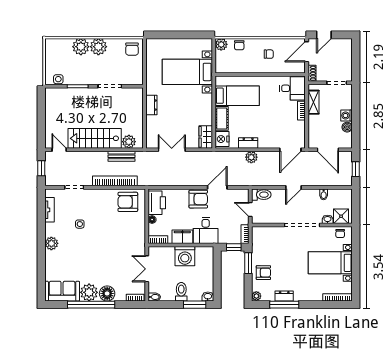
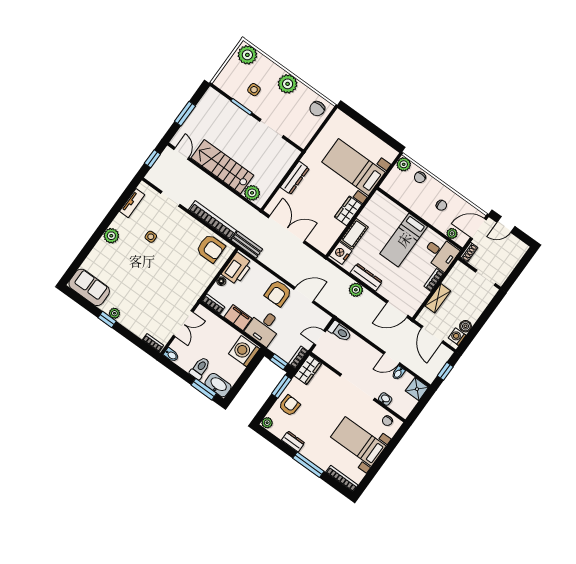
plant: (81, 47) -> (247, 55), moved
plant: (290, 69) -> (452, 233), added
side table: (58, 79) -> (254, 90), moved
bed: (237, 96) -> (404, 240), moved, turned 90
shelving: (313, 102) -> (438, 298), moved
dresser: (151, 105) -> (295, 178), width x1.44
washing machine: (347, 116) -> (457, 337), moved
window: (41, 120) -> (185, 114), added
wardrobe: (206, 137) -> (348, 211), moved
dresser: (248, 143) -> (366, 277), width x1.44
double door: (172, 150) -> (287, 229), width x1.37
bench: (121, 156) -> (247, 245), moved
door: (294, 187) -> (392, 358), moved
armchair: (198, 199) -> (278, 293), turned 90
armchair: (128, 202) -> (211, 248), turned 180
door: (250, 209) -> (320, 338), hinge flipped
shower: (341, 216) -> (417, 389), moved
wardrobe: (258, 238) -> (308, 370), added
washing machine: (185, 256) -> (244, 351), moved, turned 90
double door: (147, 269) -> (183, 324), swing flipped
armchair: (263, 273) -> (289, 406), turned -87
plant: (89, 292) -> (114, 313), width x0.53, depth x0.53
floor lamp: (107, 293) -> (130, 320), removed
washbasin: (208, 296) -> (218, 385), width x1.91, depth x1.45
window: (91, 305) -> (107, 320), width x0.32
window: (284, 305) -> (308, 465), moved

